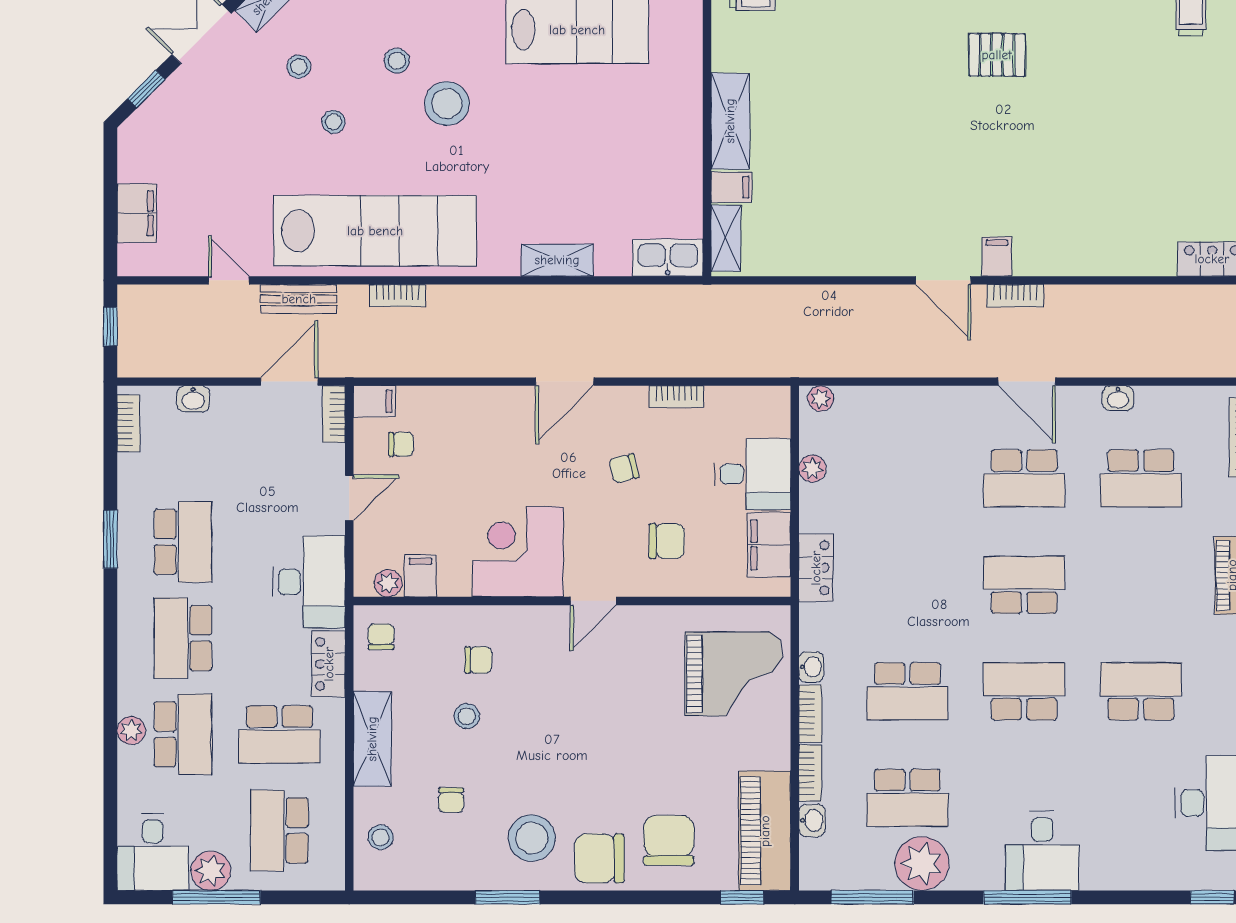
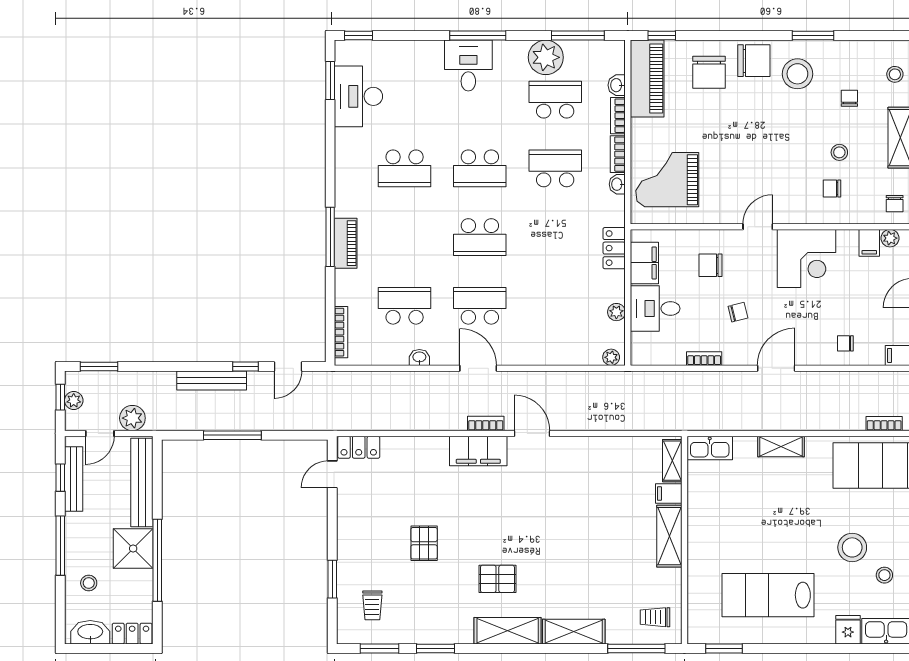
pallet: (1111, 110) -> (424, 543), added
filing cabinet: (997, 257) -> (478, 451), width x3.00, depth x1.17
chair: (401, 444) -> (845, 343), moved

